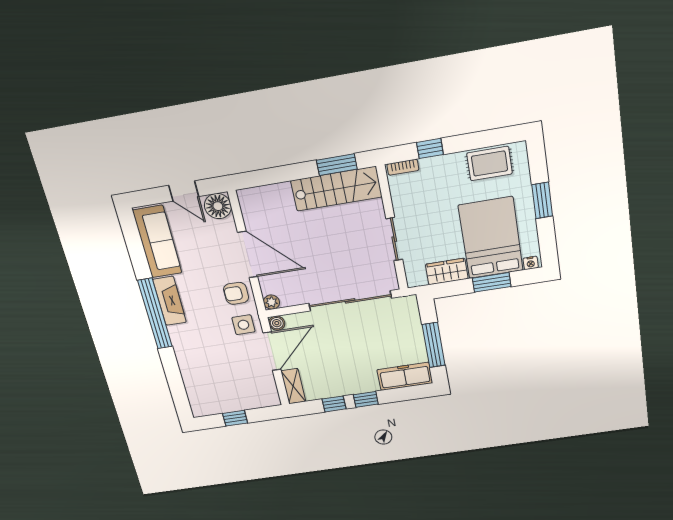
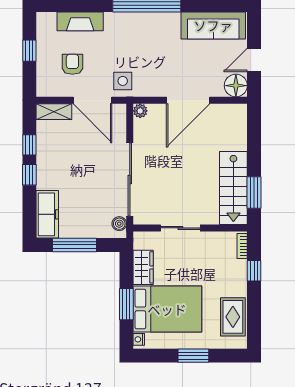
armchair: (236, 293) -> (72, 64), moved
fireplace: (170, 301) -> (80, 21), moved
boiler: (277, 323) -> (119, 224), moved

